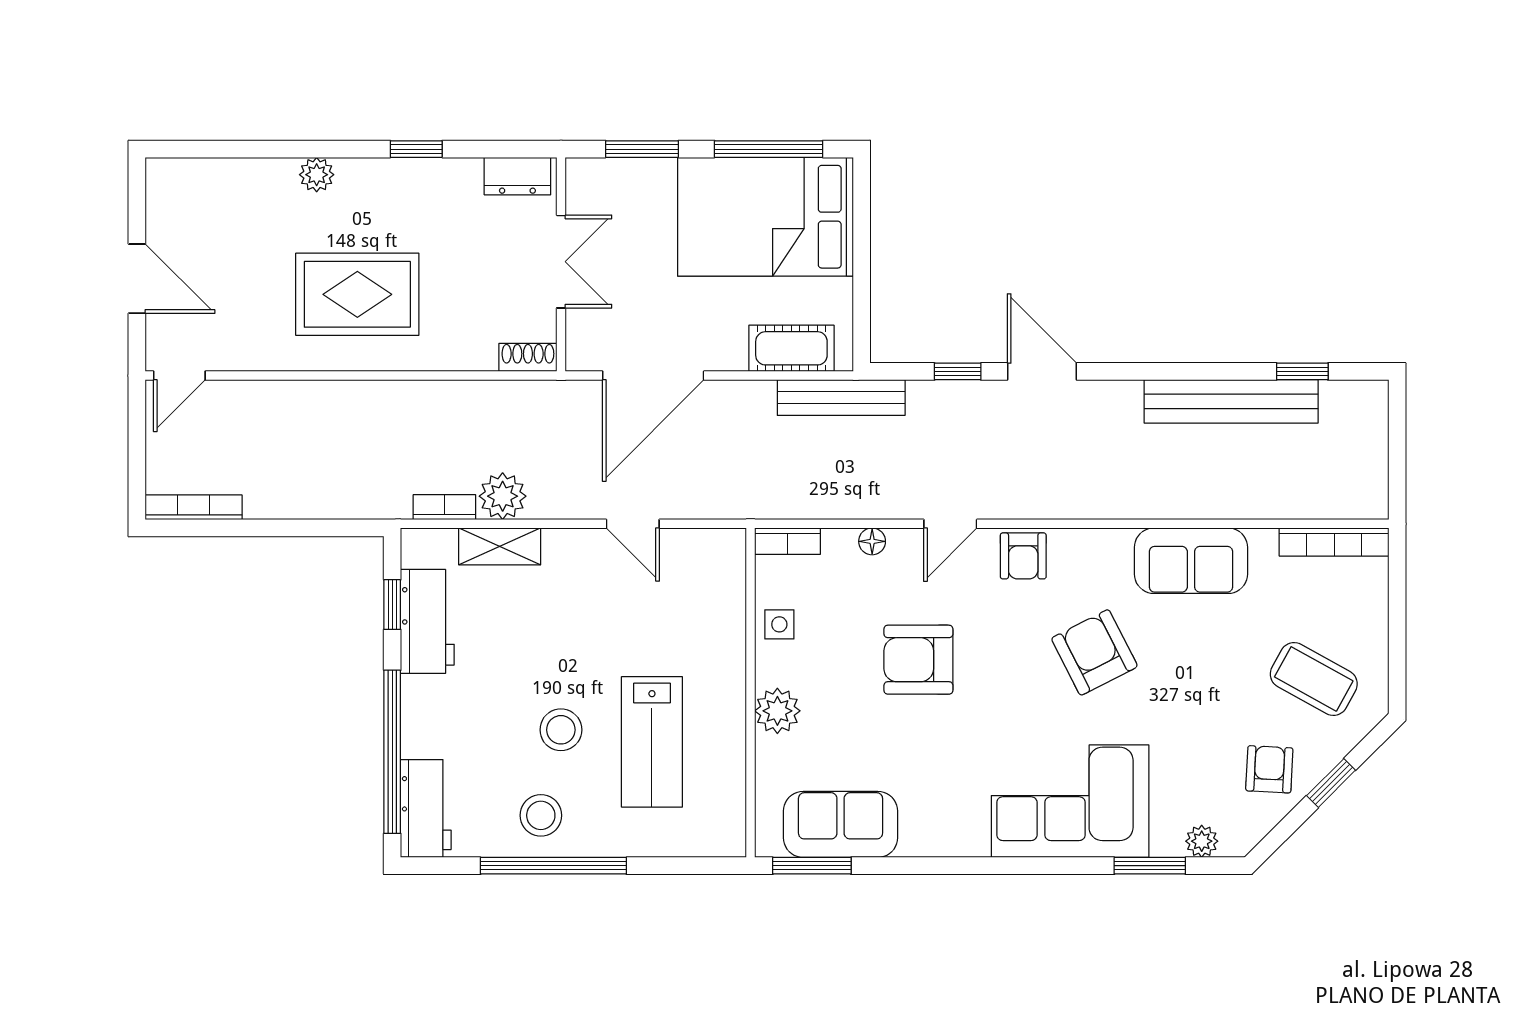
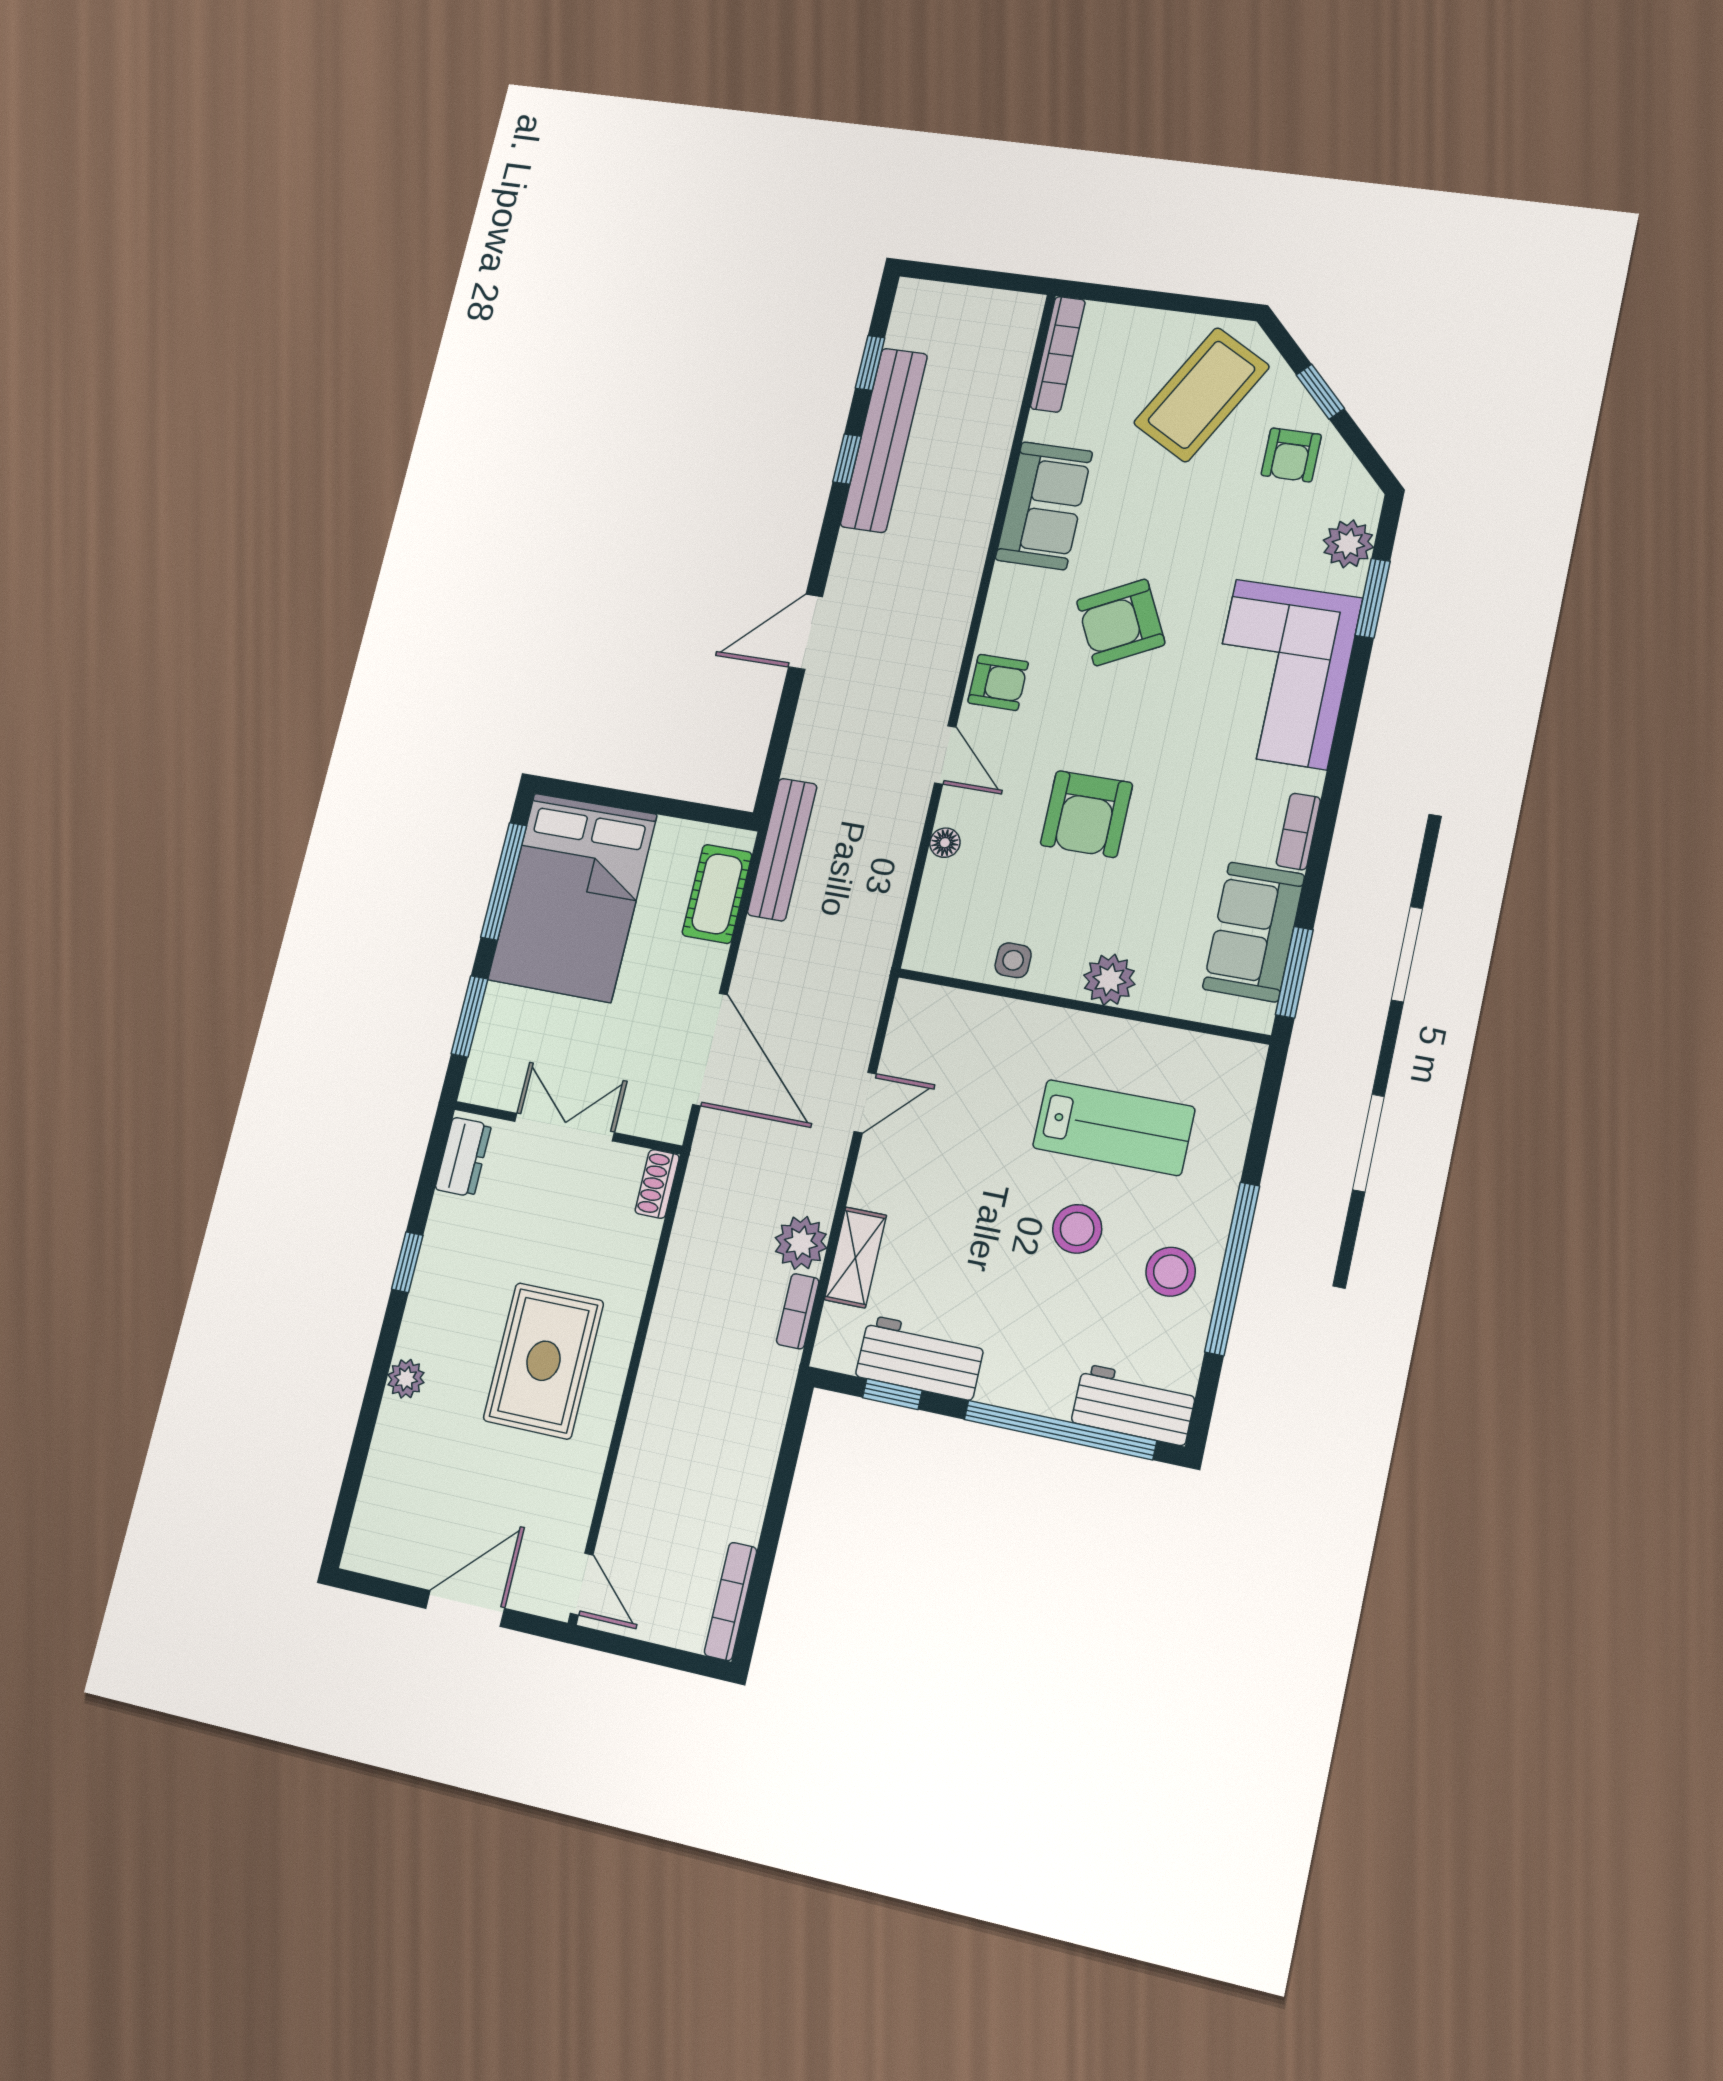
window: (958, 371) -> (847, 459), moved
bookcase: (788, 541) -> (1298, 832), moved, turned 180
coffee table: (1314, 679) -> (1201, 395), width x1.36, depth x1.32
armchair: (1269, 769) -> (1291, 455), turned -93
plant: (1202, 841) -> (1348, 544), width x1.38, depth x1.38

